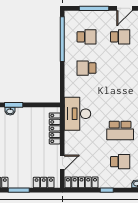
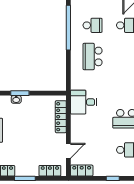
school desk: (87, 68) -> (93, 56), width x1.85
desk: (77, 114) -> (84, 102), width x0.73
locker: (81, 182) -> (82, 171), width x0.66

